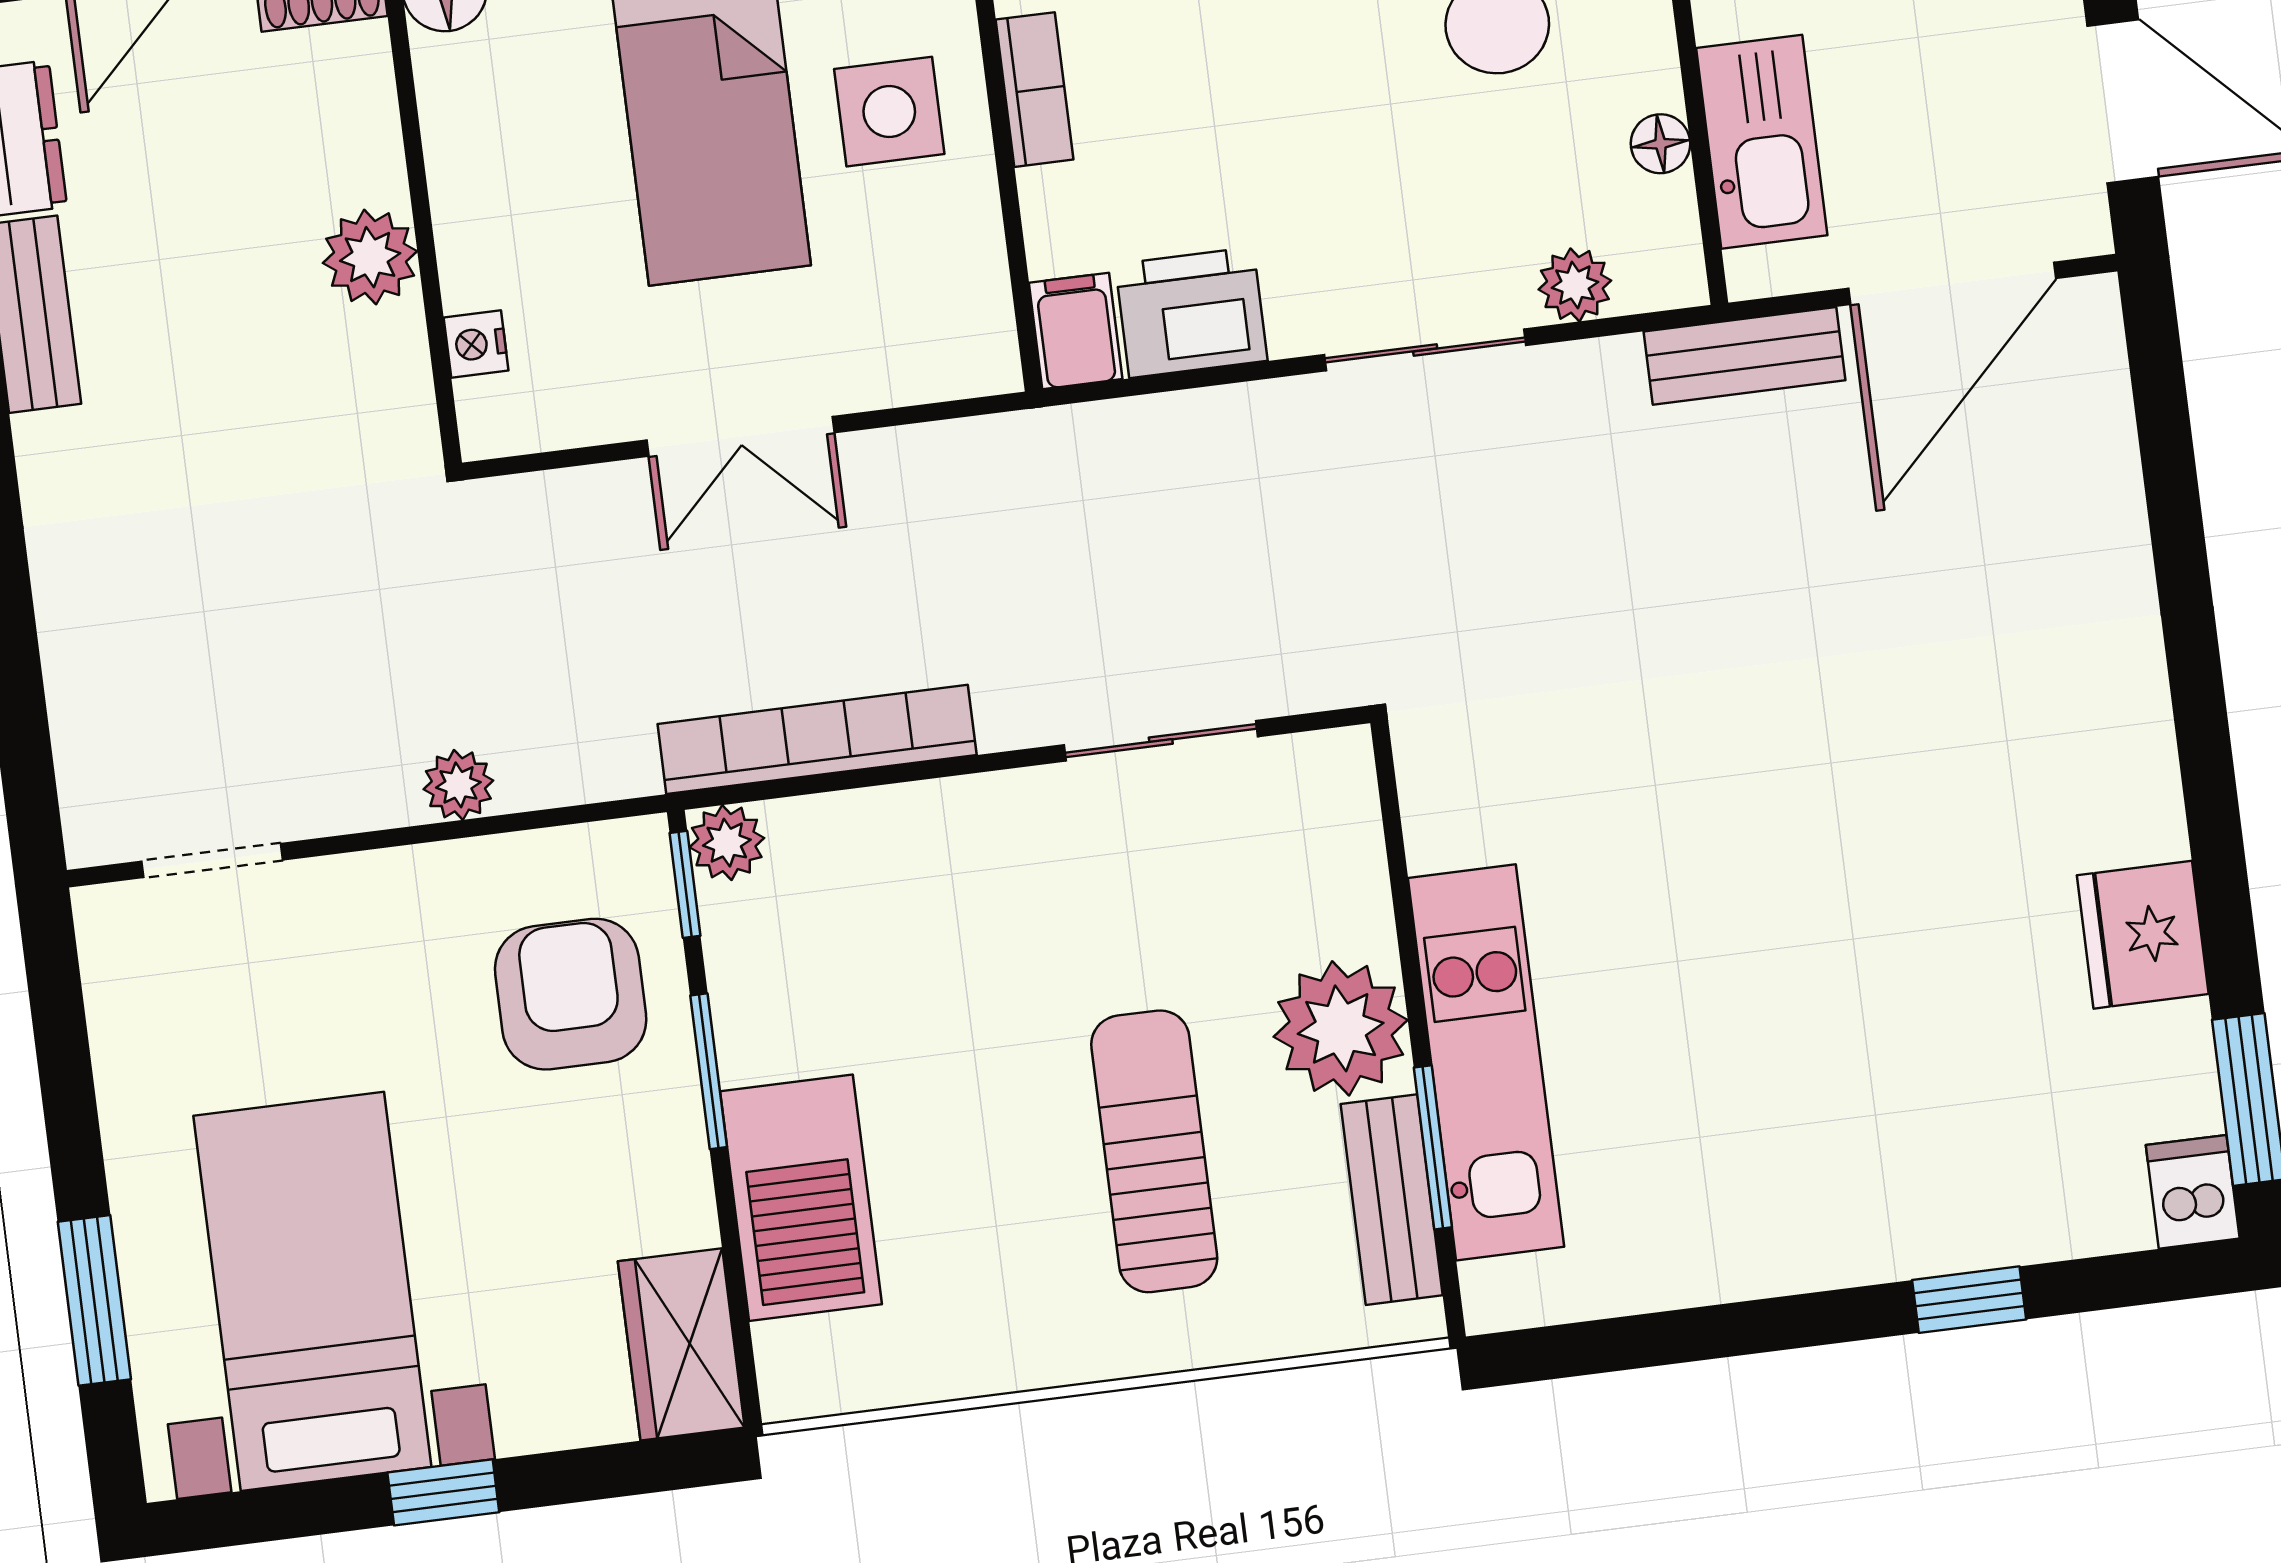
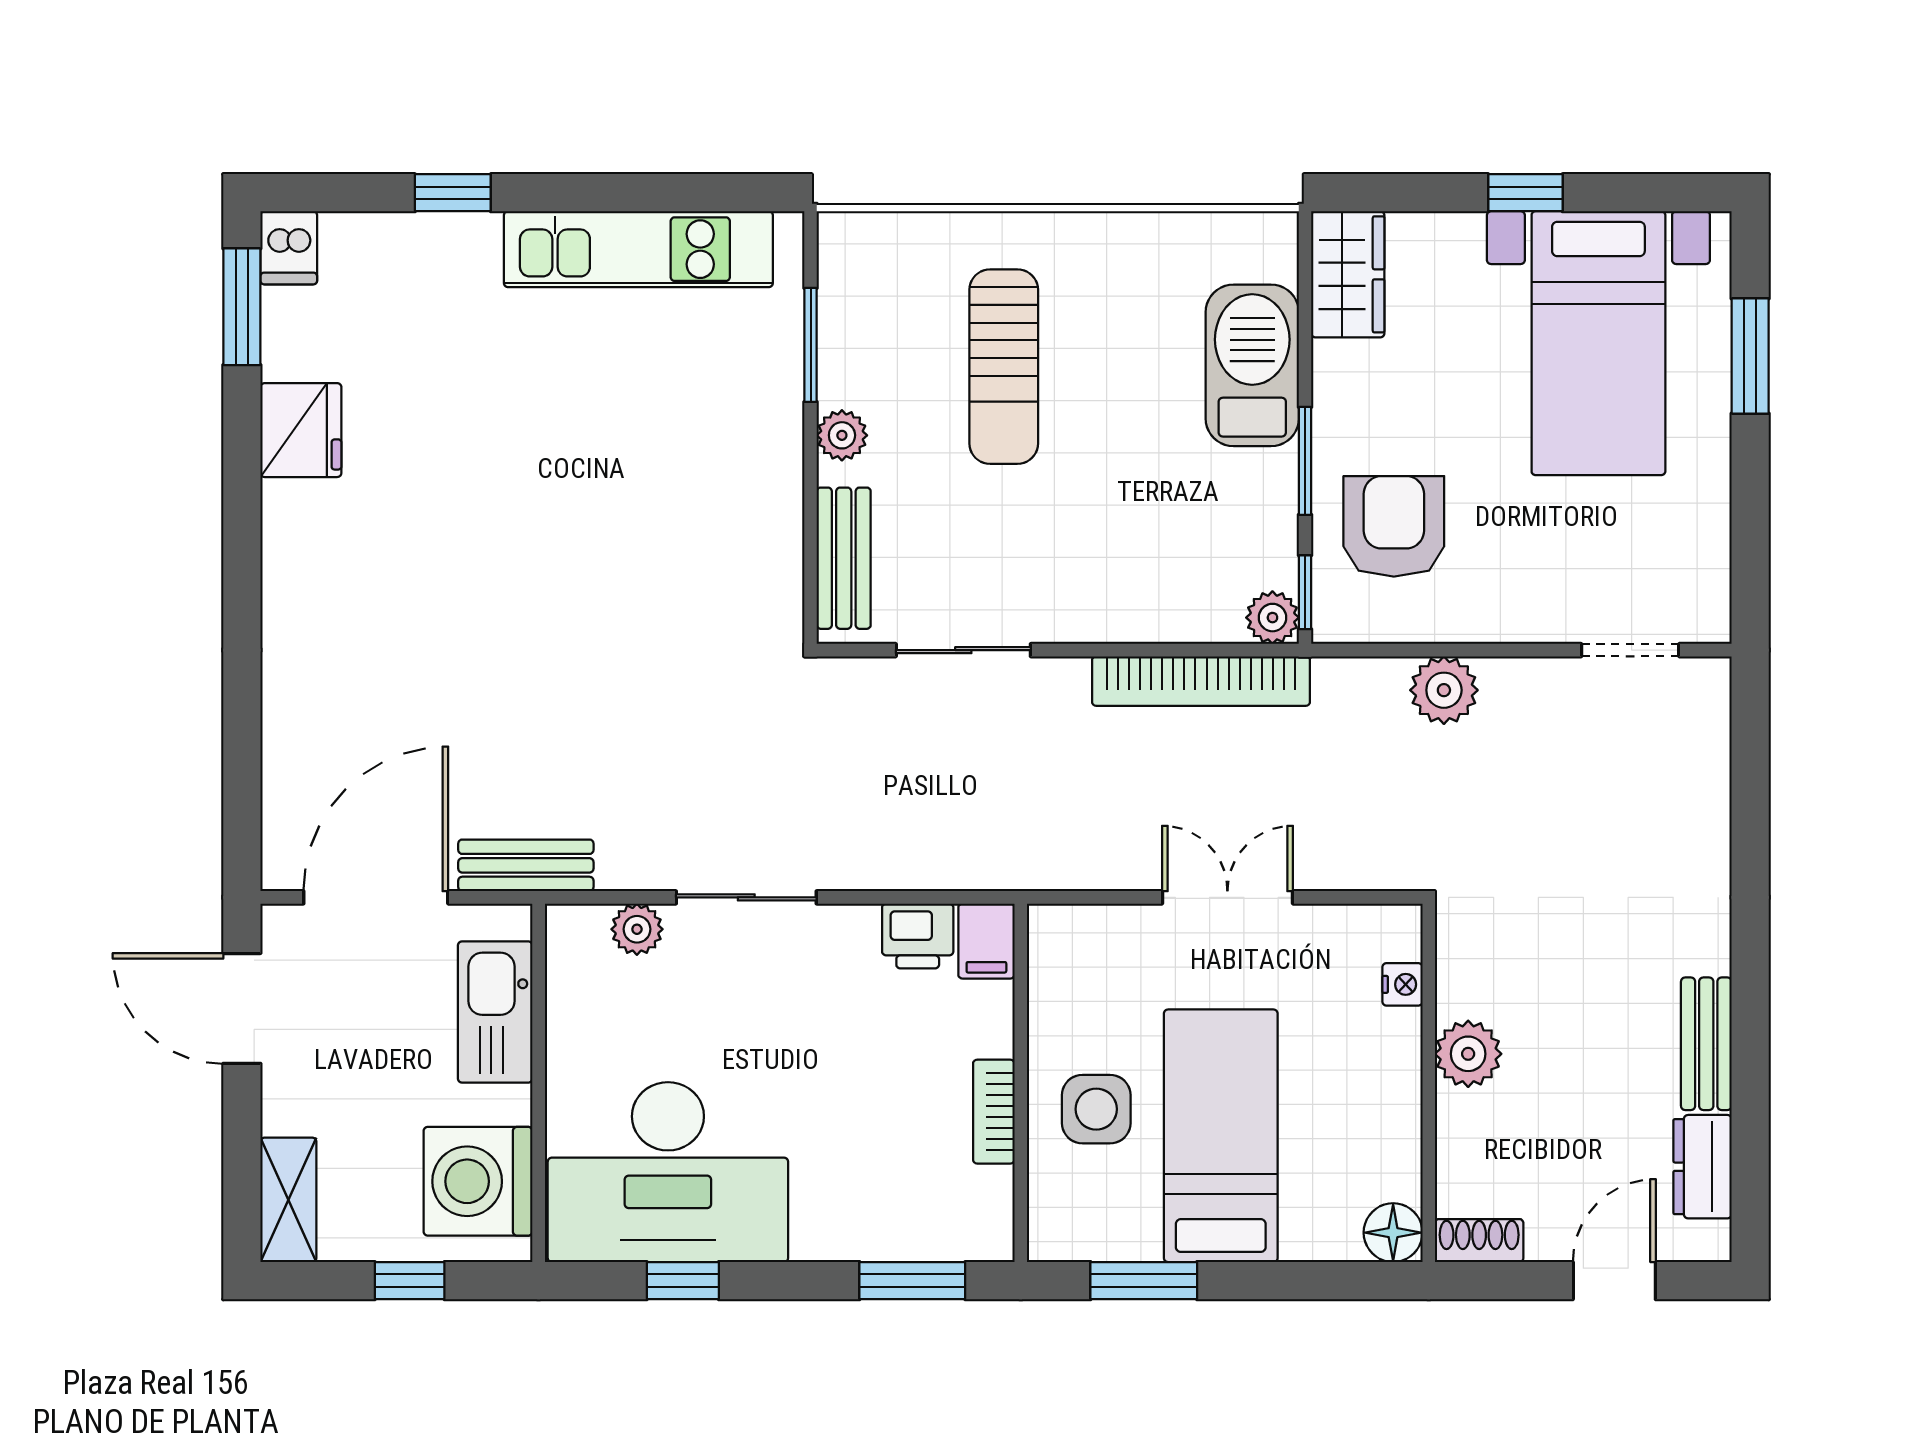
floor lamp: (1660, 144) -> (565, 1019), removed
printer: (1191, 312) -> (918, 936), width x0.73, depth x0.81
plant: (458, 785) -> (1444, 690), width x1.38, depth x1.38
armchair: (571, 994) -> (1394, 526), turned 180
plant: (1341, 1028) -> (842, 435), width x0.53, depth x0.53
kitchen unit: (1486, 1062) -> (638, 249), moved, turned -90
bench: (1392, 1200) -> (844, 558), moved

